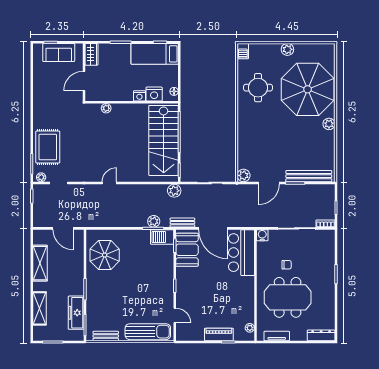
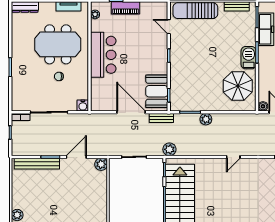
plant: (154, 221) -> (206, 119), moved
boiler: (79, 234) -> (263, 106), added
barbecue: (162, 237) -> (249, 58), moved, turned -90
bar counter: (241, 253) -> (103, 55), moved

